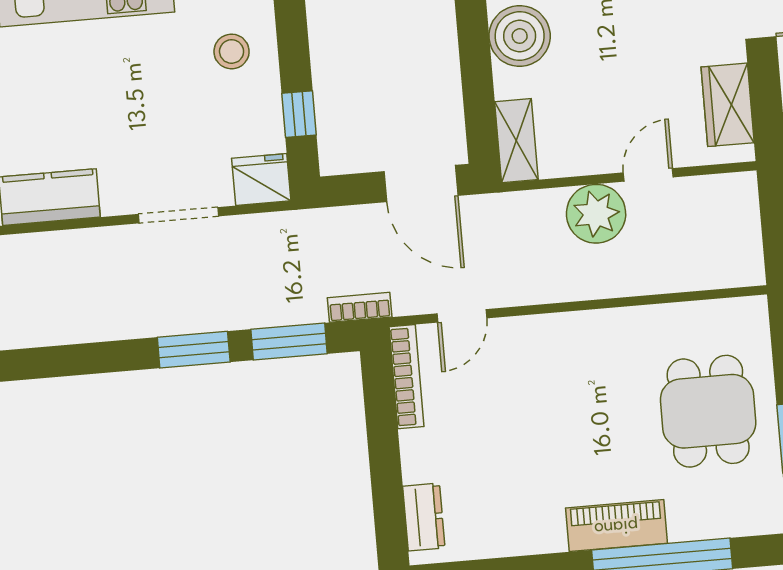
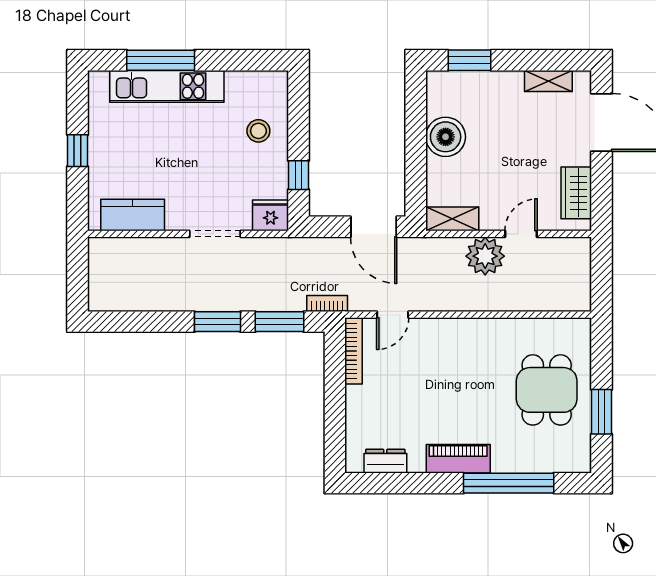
shelving: (516, 141) -> (452, 219), moved, turned 90
dresser: (424, 517) -> (385, 461), moved, turned -90
piano: (616, 526) -> (458, 459), moved

